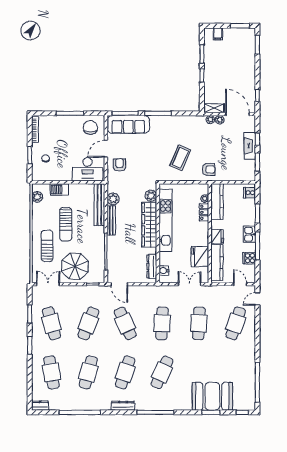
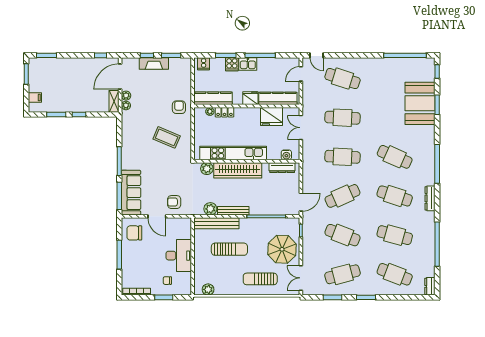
desk: (88, 169) -> (179, 256), moved
barbecue: (59, 190) -> (200, 266), removed
sun lounger: (66, 224) -> (229, 249), moved
cooker: (249, 258) -> (232, 64), moved
cafe table: (51, 372) -> (395, 274), turned 30

